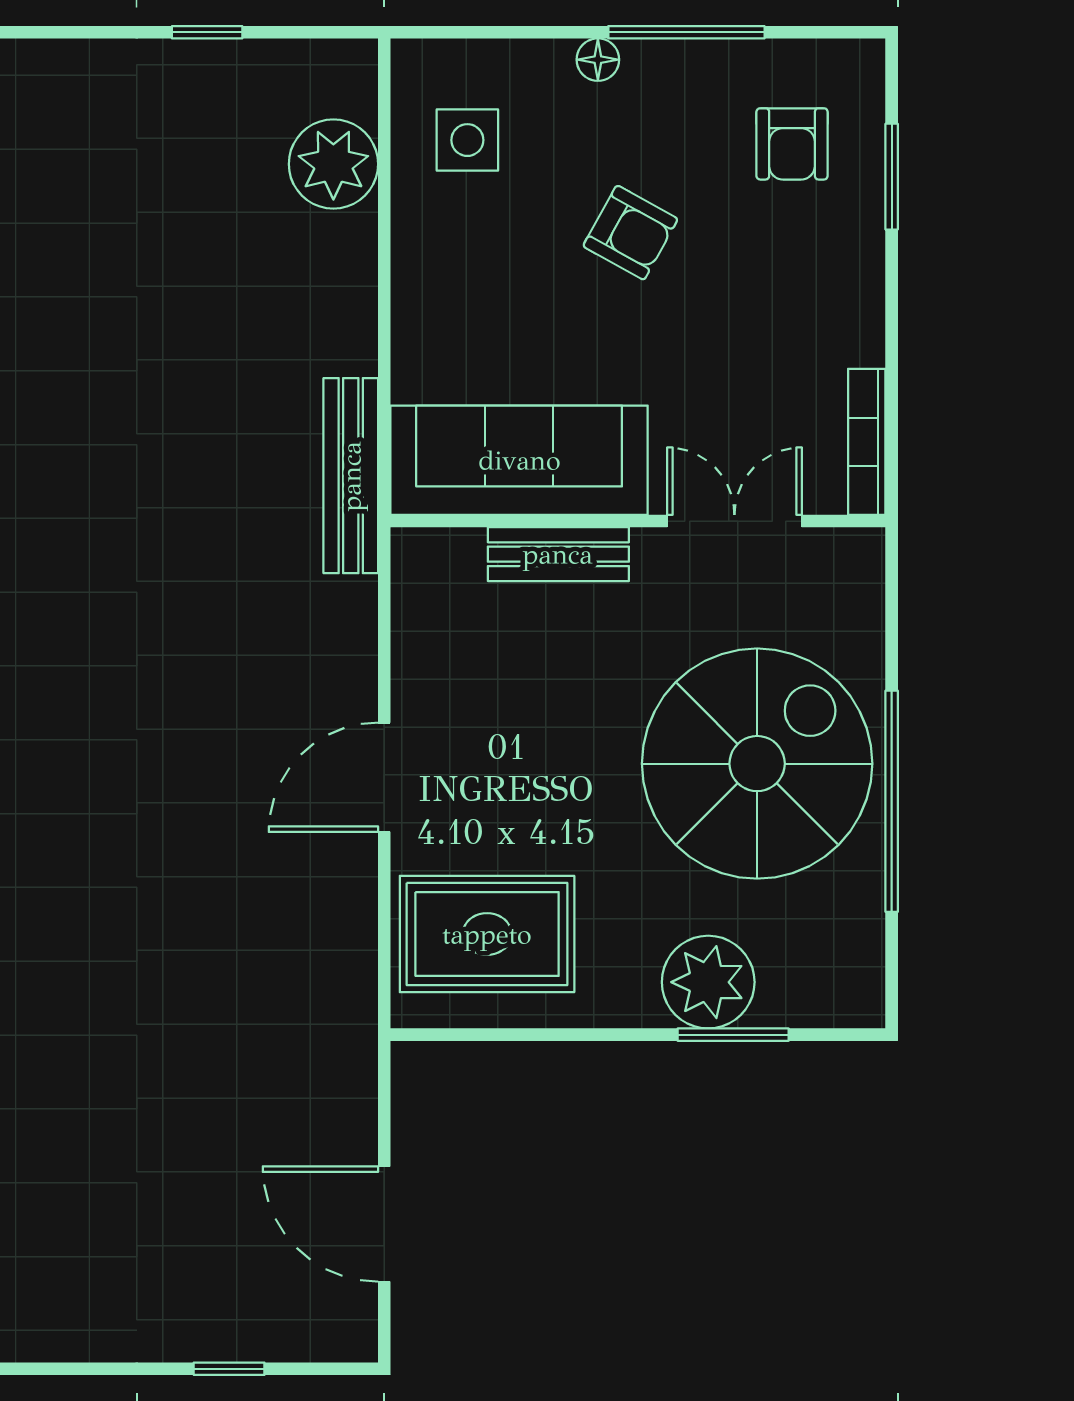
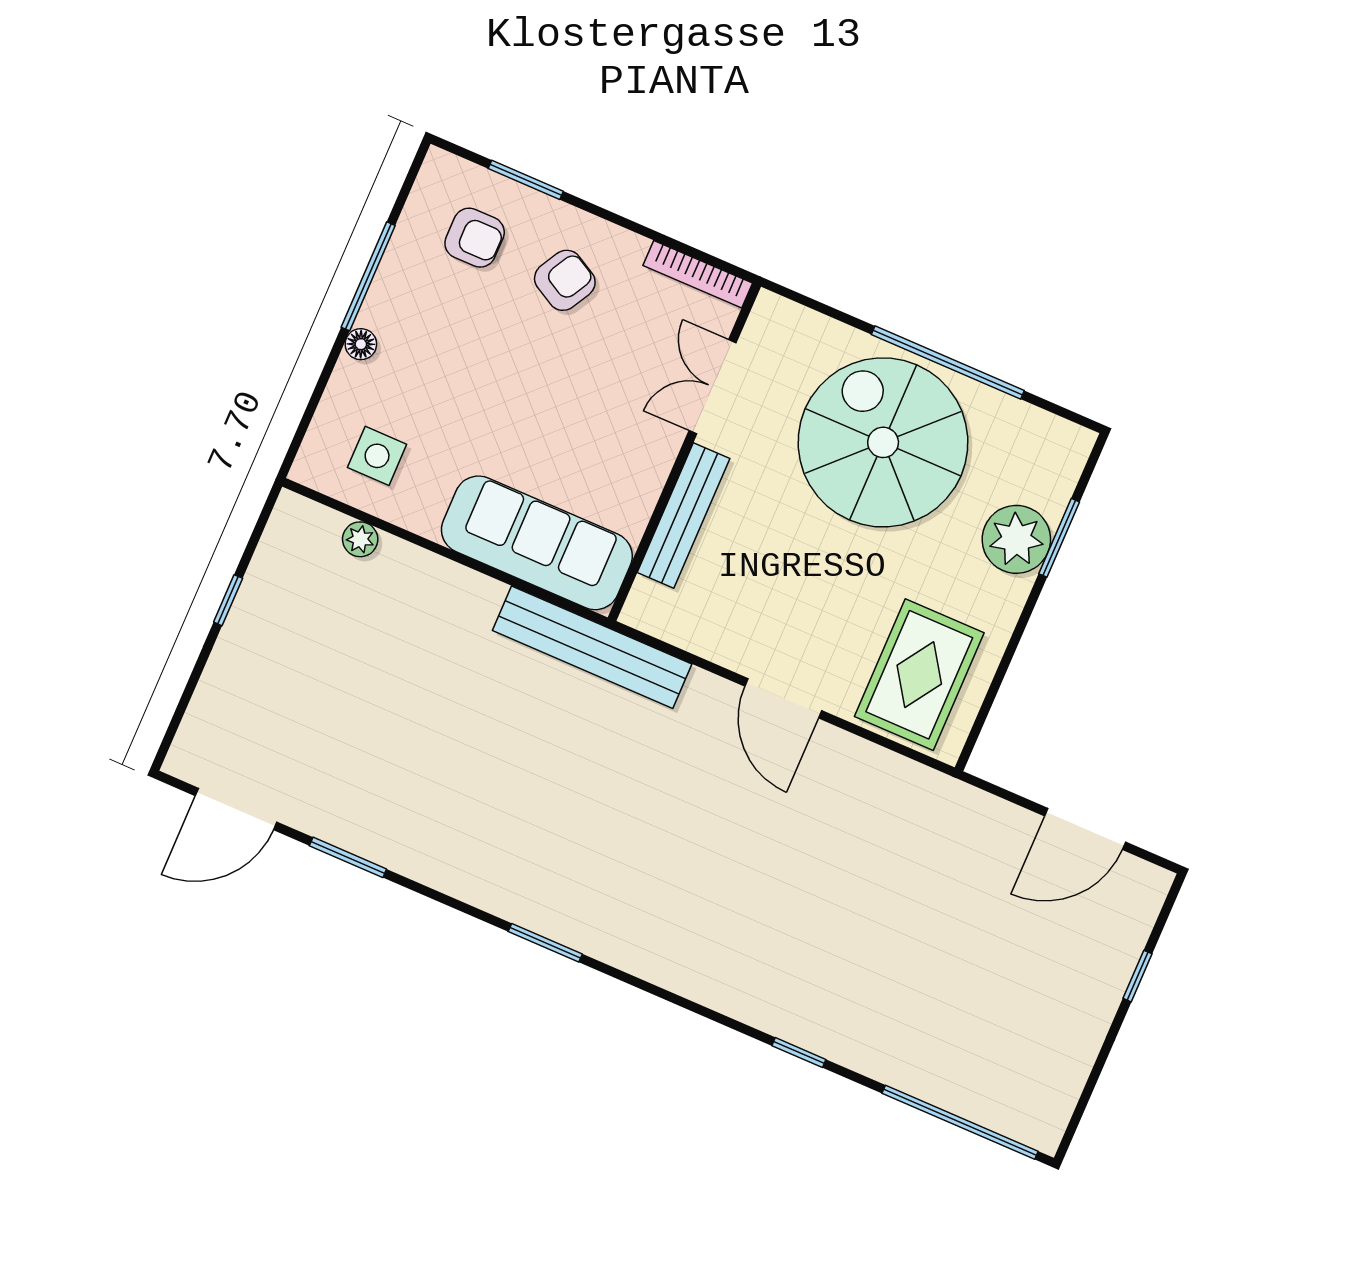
plant: (333, 164) -> (360, 539), width x0.53, depth x0.53
armchair: (630, 233) -> (565, 280), moved
sofa: (519, 460) -> (537, 543), moved, turned 90
bench: (351, 476) -> (592, 647), width x1.37, depth x1.21
bench: (558, 554) -> (683, 515), width x1.36

